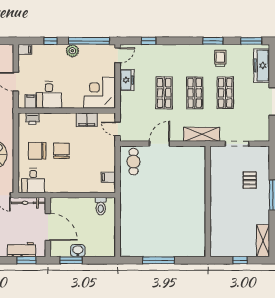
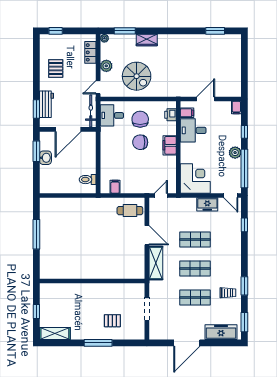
filing cabinet: (87, 120) -> (170, 145), moved
shelving: (202, 134) -> (156, 263), moved
chair: (61, 151) -> (140, 142), turned 180

